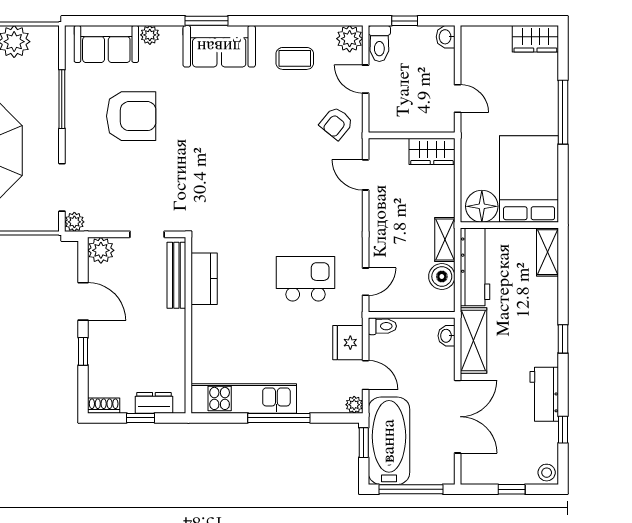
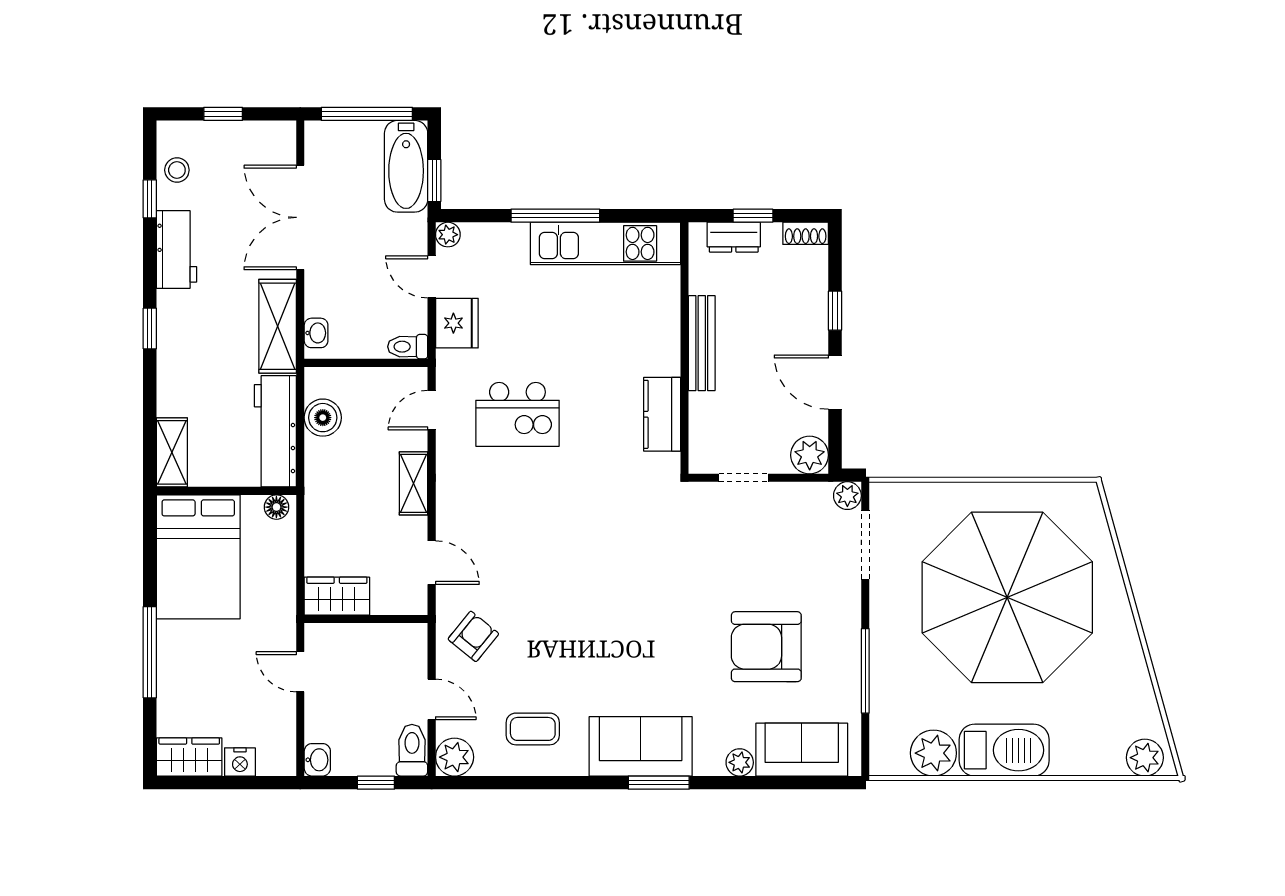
nightstand: (500, 35) -> (240, 762), added
floor lamp: (482, 206) -> (276, 507), width x0.53, depth x0.53
shelving: (445, 240) -> (413, 483), moved
bench: (176, 275) -> (702, 343), moved
bathtub: (389, 441) -> (406, 166), width x0.73, depth x0.73
stool: (547, 473) -> (177, 170), moved

